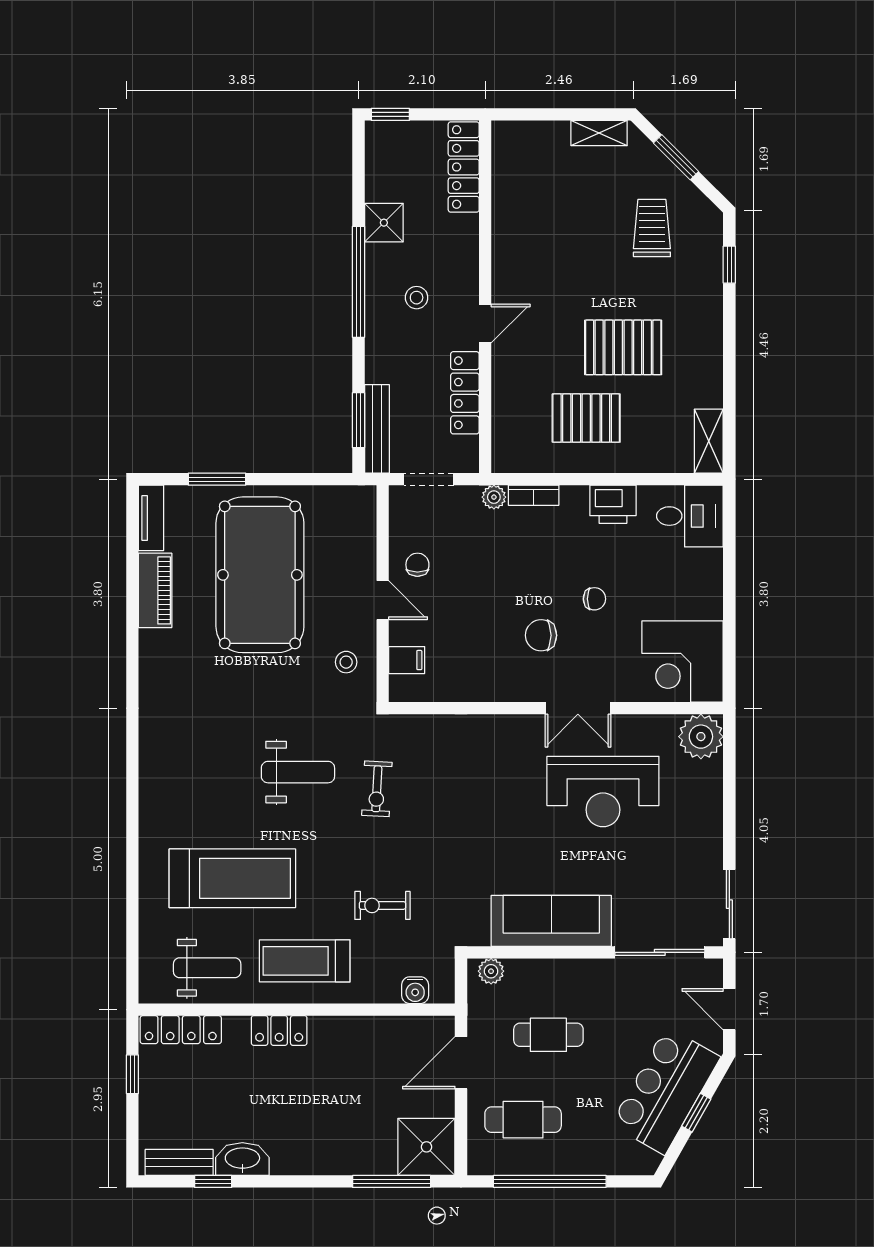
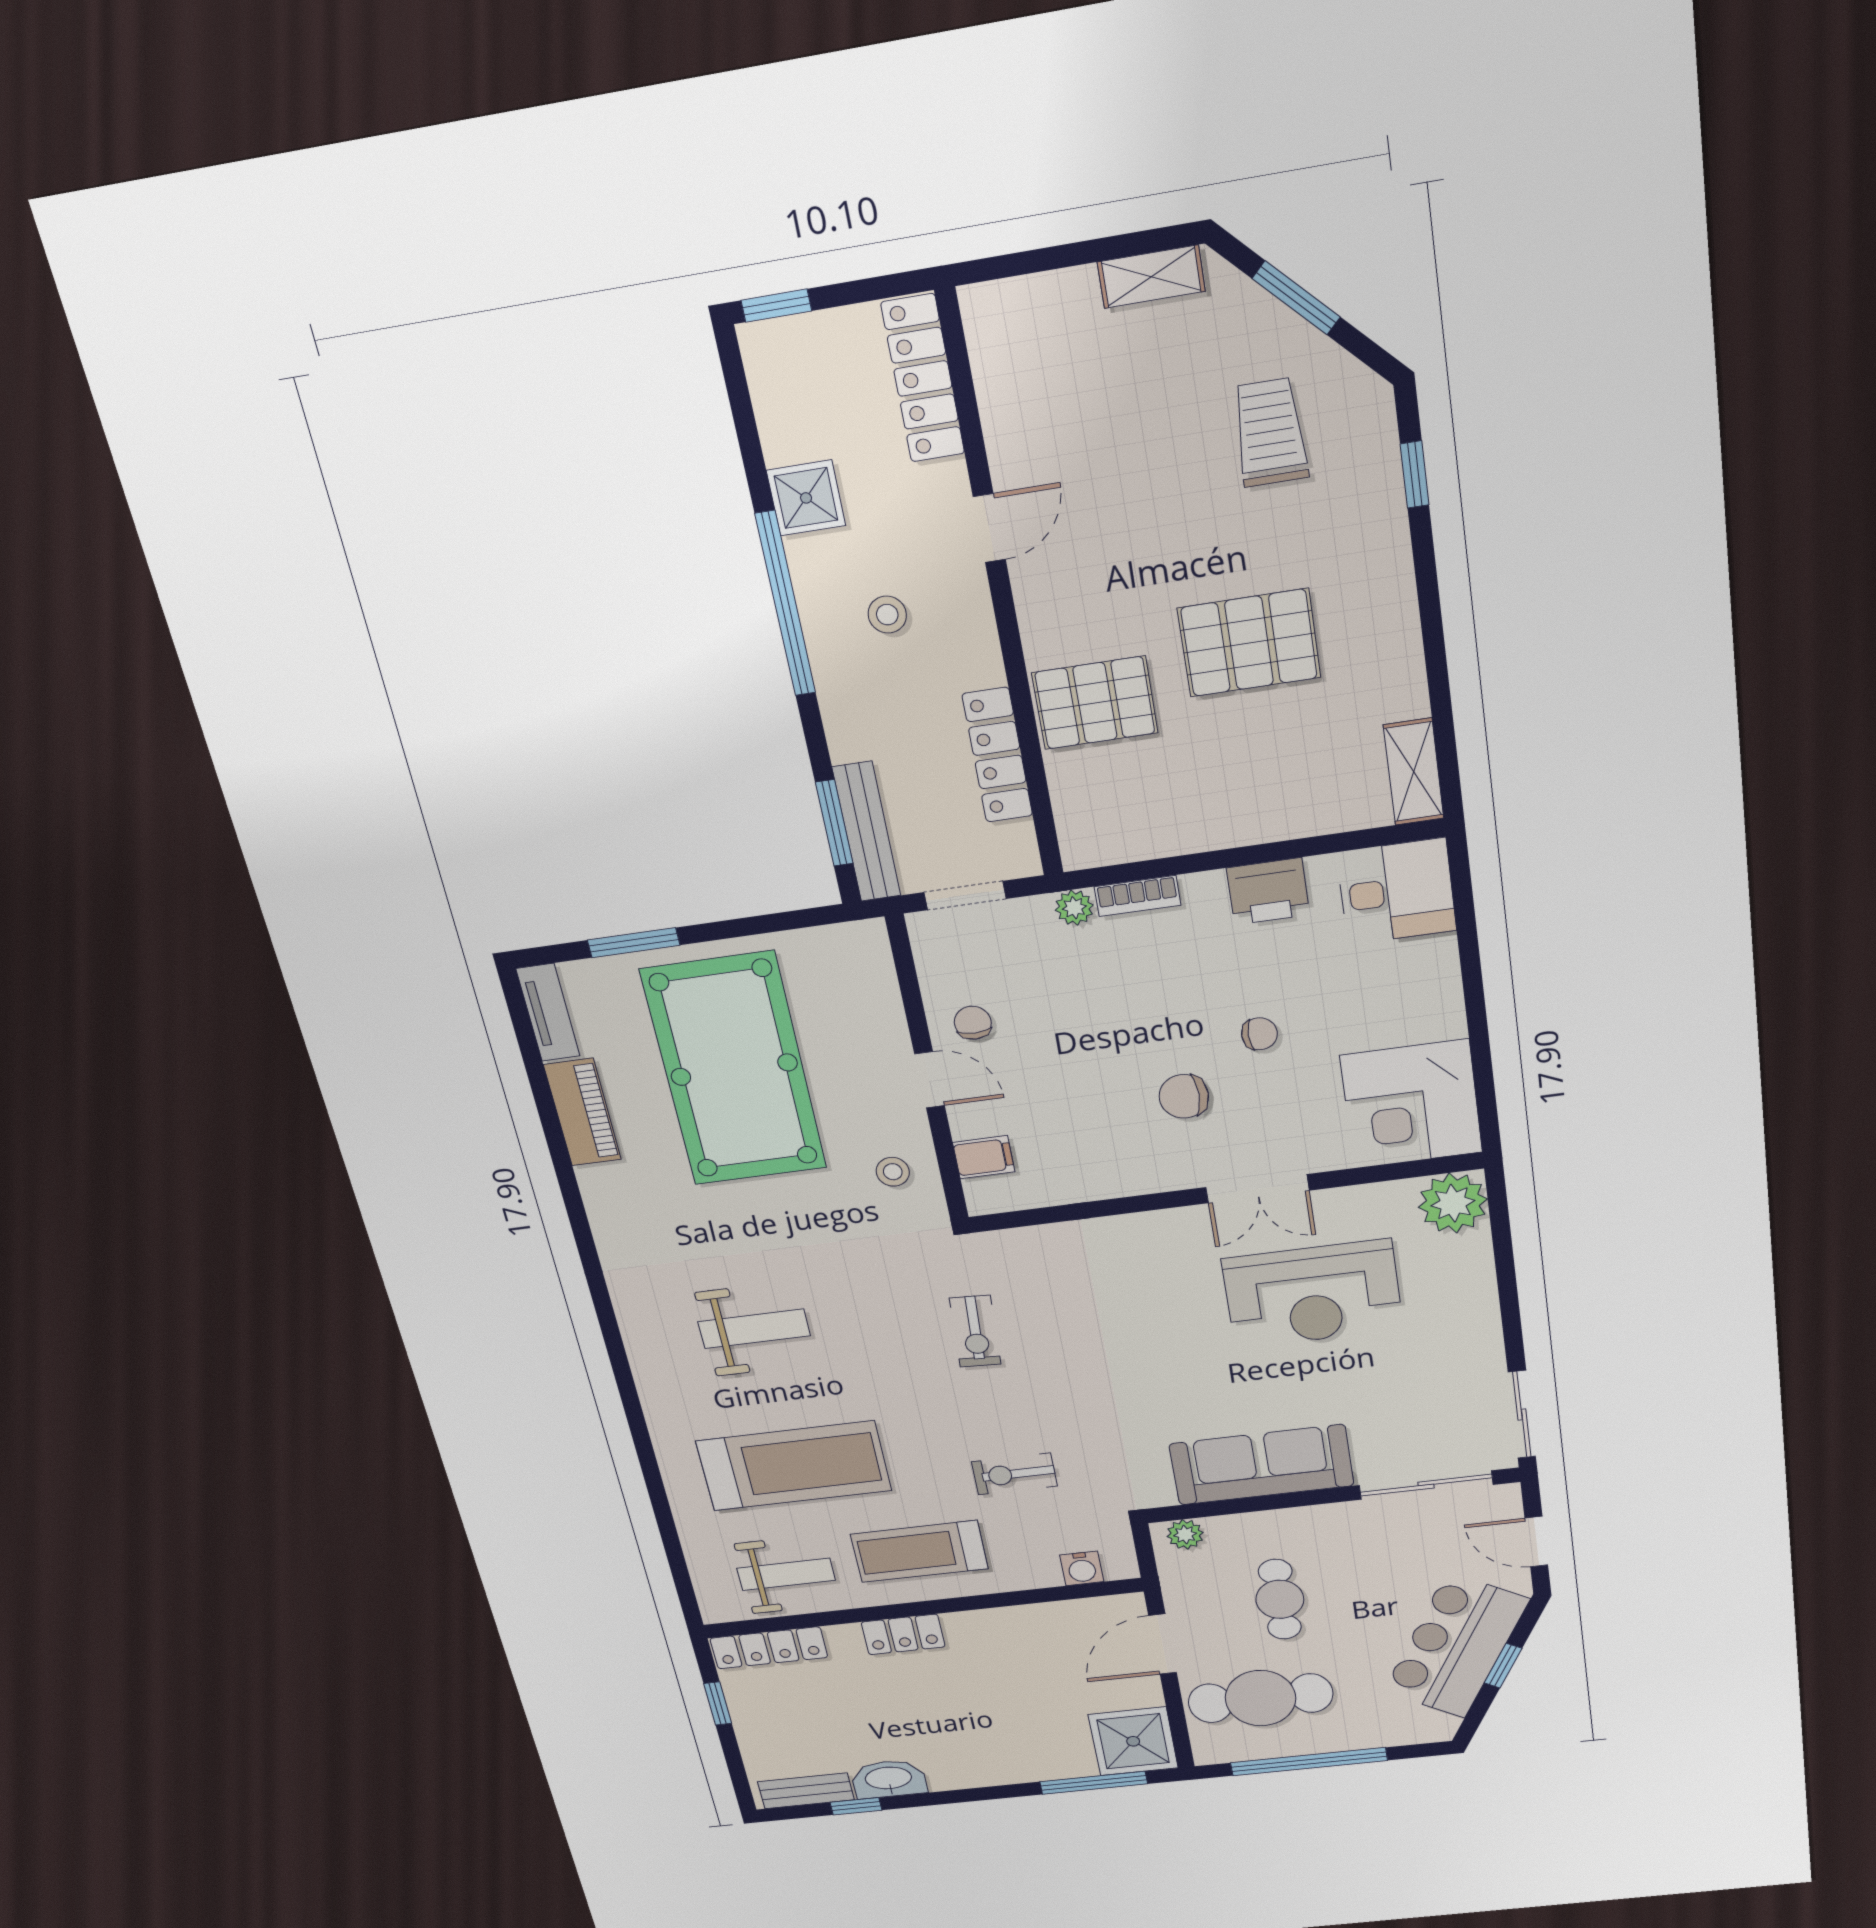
door: (485, 324) -> (989, 528), moved
pallet: (586, 418) -> (1095, 703), moved
weight bench: (298, 772) -> (754, 1329), moved
cafe table: (548, 1035) -> (1280, 1599), turned 90
cafe table: (523, 1120) -> (1261, 1698), width x1.37, depth x1.35

